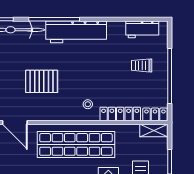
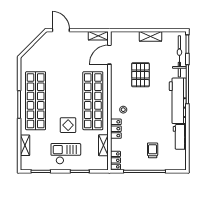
workbench: (142, 29) -> (180, 137), moved
locker: (120, 114) -> (116, 129), width x0.66
shelving: (154, 131) -> (103, 145), moved

